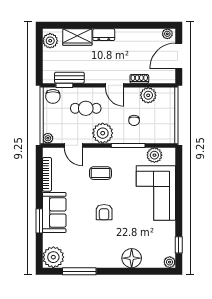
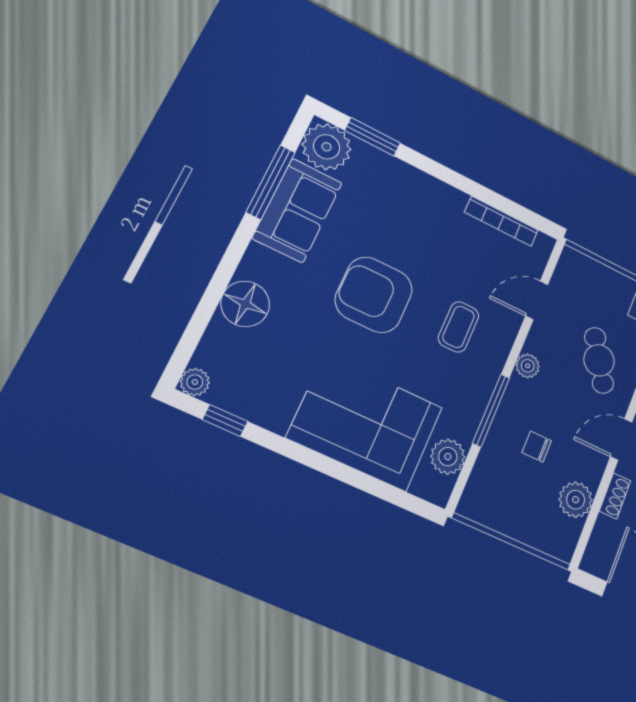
cafe table: (86, 108) -> (599, 360), turned -32
plant: (103, 133) -> (528, 366), width x0.53, depth x0.53
plant: (48, 138) -> (571, 259), removed
sofa: (54, 212) -> (297, 210), moved, turned -90
armchair: (104, 212) -> (374, 295), width x1.88, depth x1.88
window: (39, 221) -> (373, 137), moved

